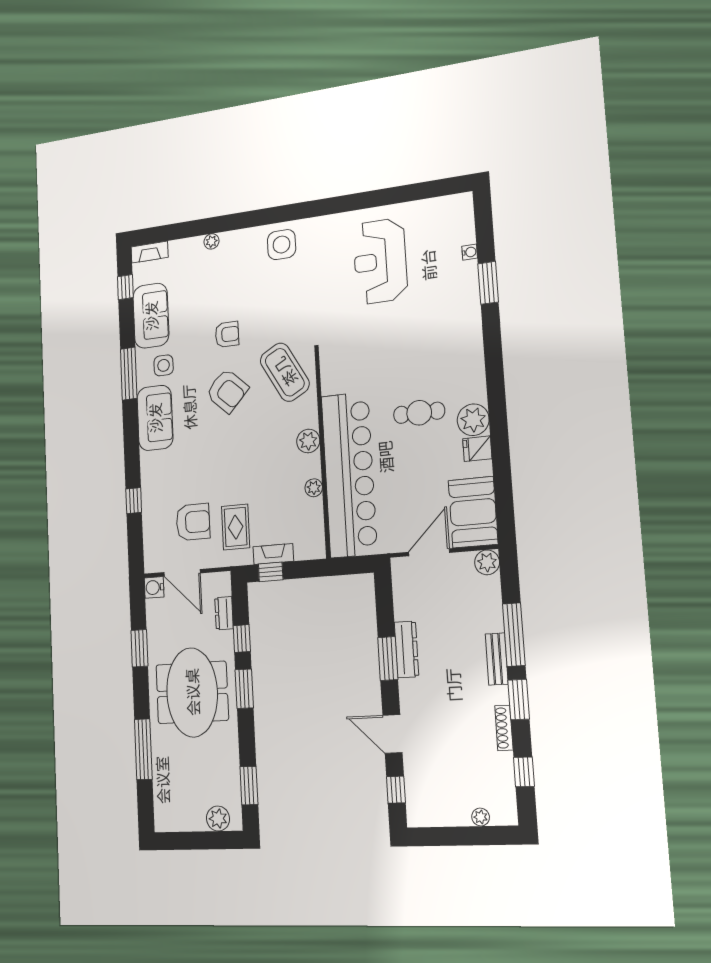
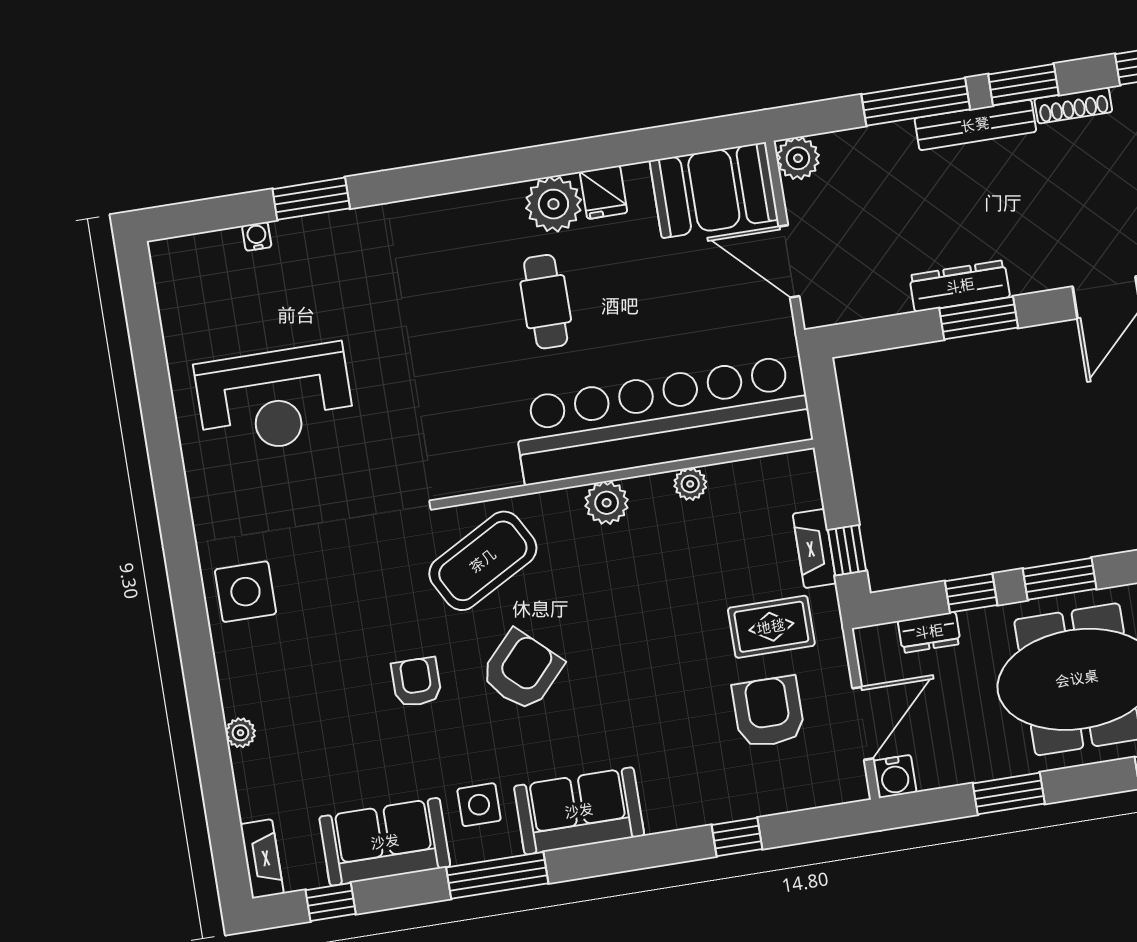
bench: (497, 659) -> (975, 125), width x1.36

